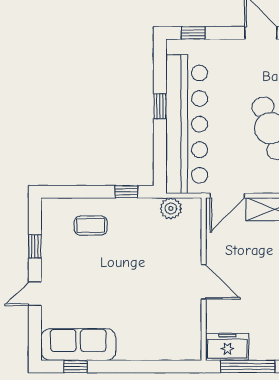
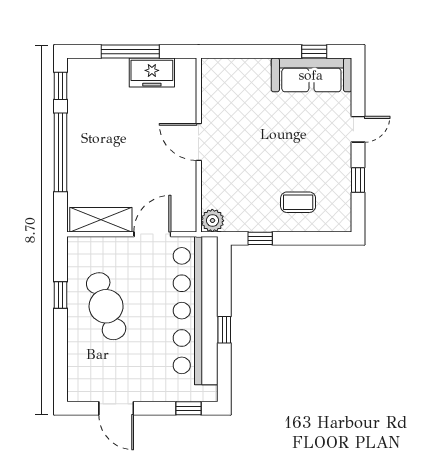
wall: (204, 279) -> (199, 145), moved
door: (204, 282) -> (199, 142), moved

